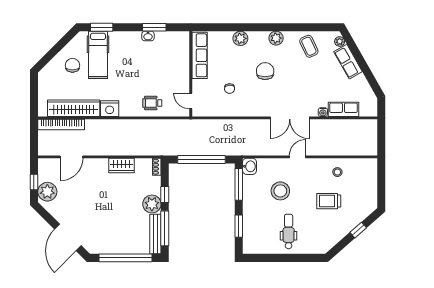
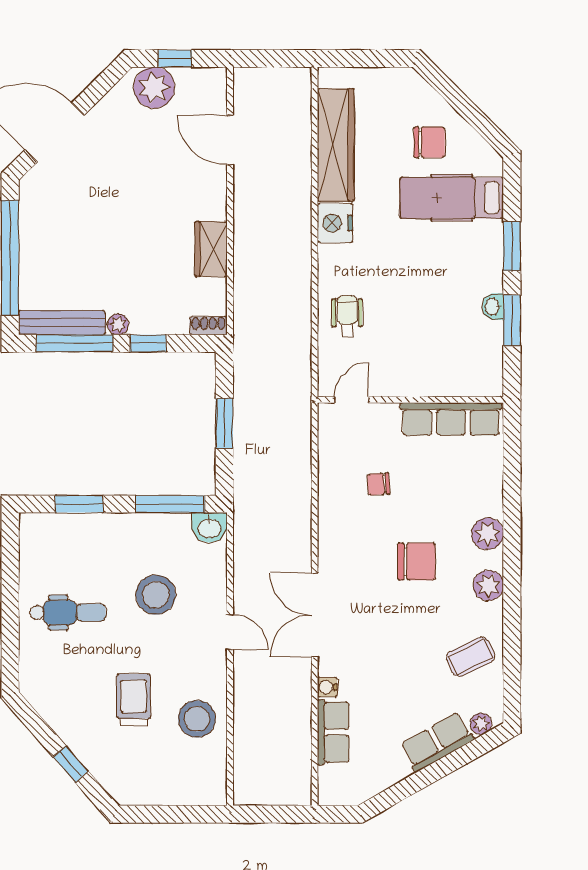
window: (102, 27) -> (512, 246), moved
plant: (240, 38) -> (488, 534), moved
bookcase: (61, 125) -> (300, 118), removed
window: (202, 159) -> (224, 423), width x0.47
stool: (337, 172) -> (197, 719), width x1.89, depth x1.89
plant: (152, 204) -> (118, 324), width x0.53, depth x0.53

